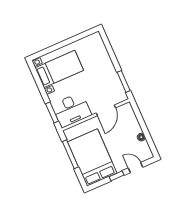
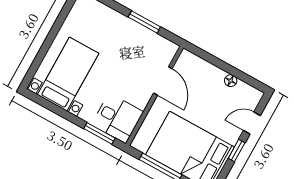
window: (124, 81) -> (144, 22), moved
desk: (72, 110) -> (118, 118), width x0.73

